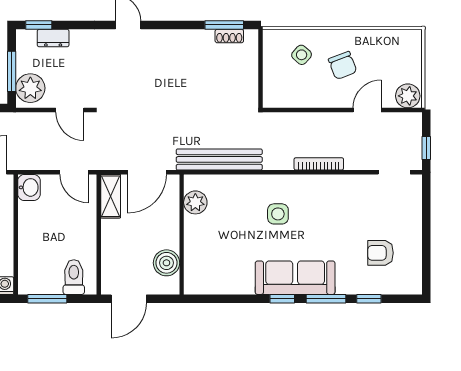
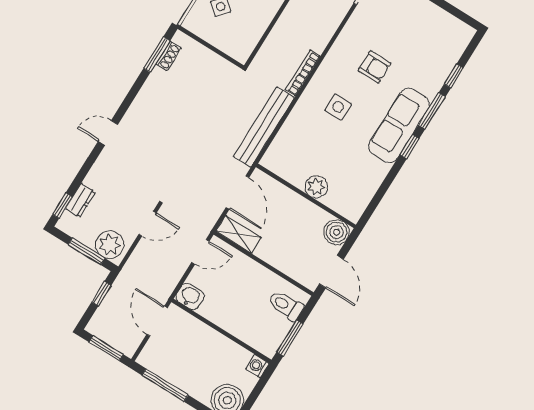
bookcase: (319, 164) -> (303, 73), moved
plant: (195, 202) -> (316, 187), moved
armchair: (380, 253) -> (375, 67), moved, turned -90
boiler: (166, 263) -> (337, 232), moved

